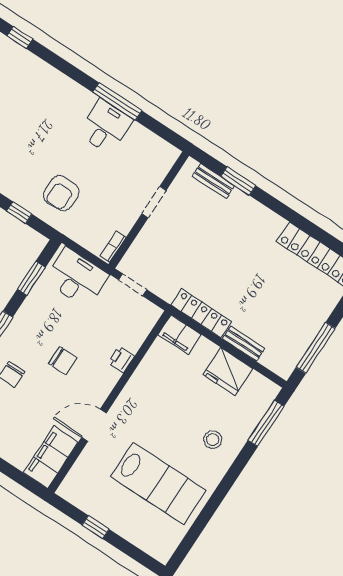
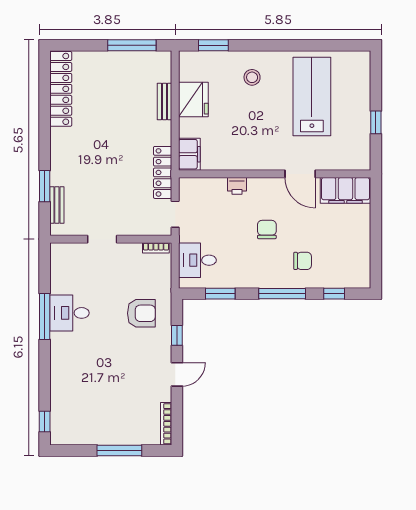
desk: (76, 277) -> (197, 260), width x0.73
locker: (201, 313) -> (163, 172), moved
window: (266, 423) -> (213, 45), width x0.69

